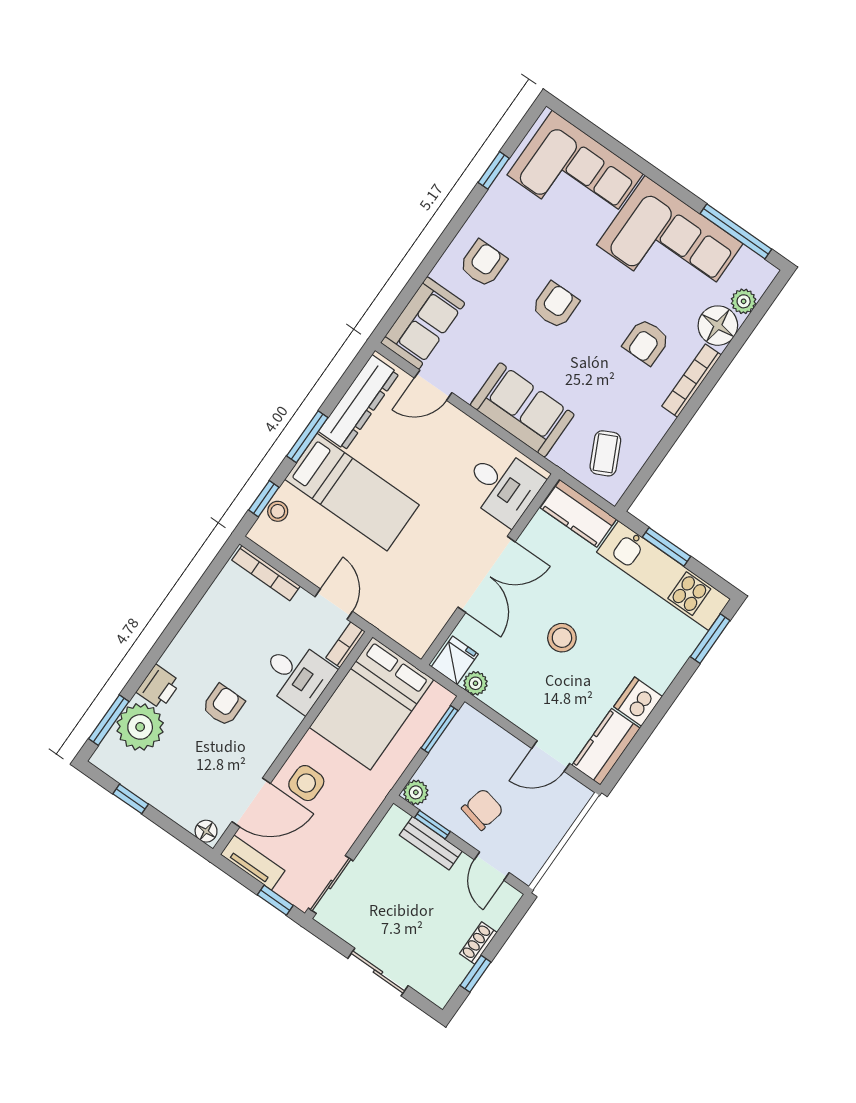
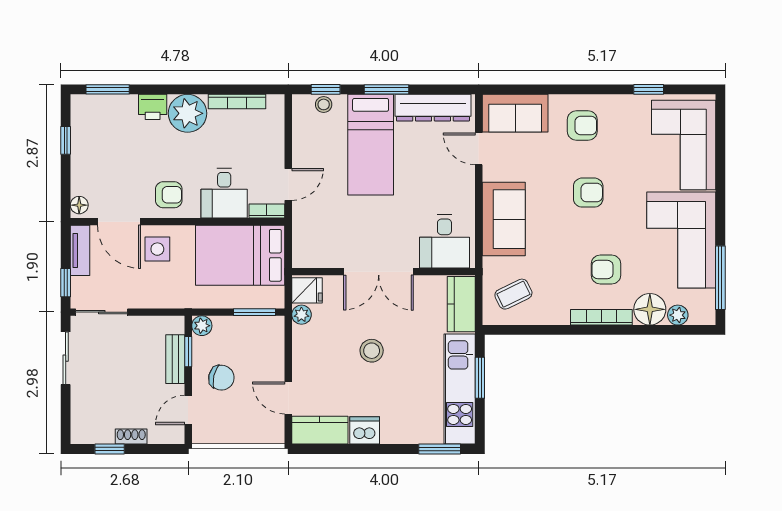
bookcase: (266, 573) -> (237, 102), moved, turned -90
armchair: (223, 705) -> (169, 195), moved
plant: (140, 727) -> (188, 113), moved
sliding door: (378, 972) -> (66, 358), moved

